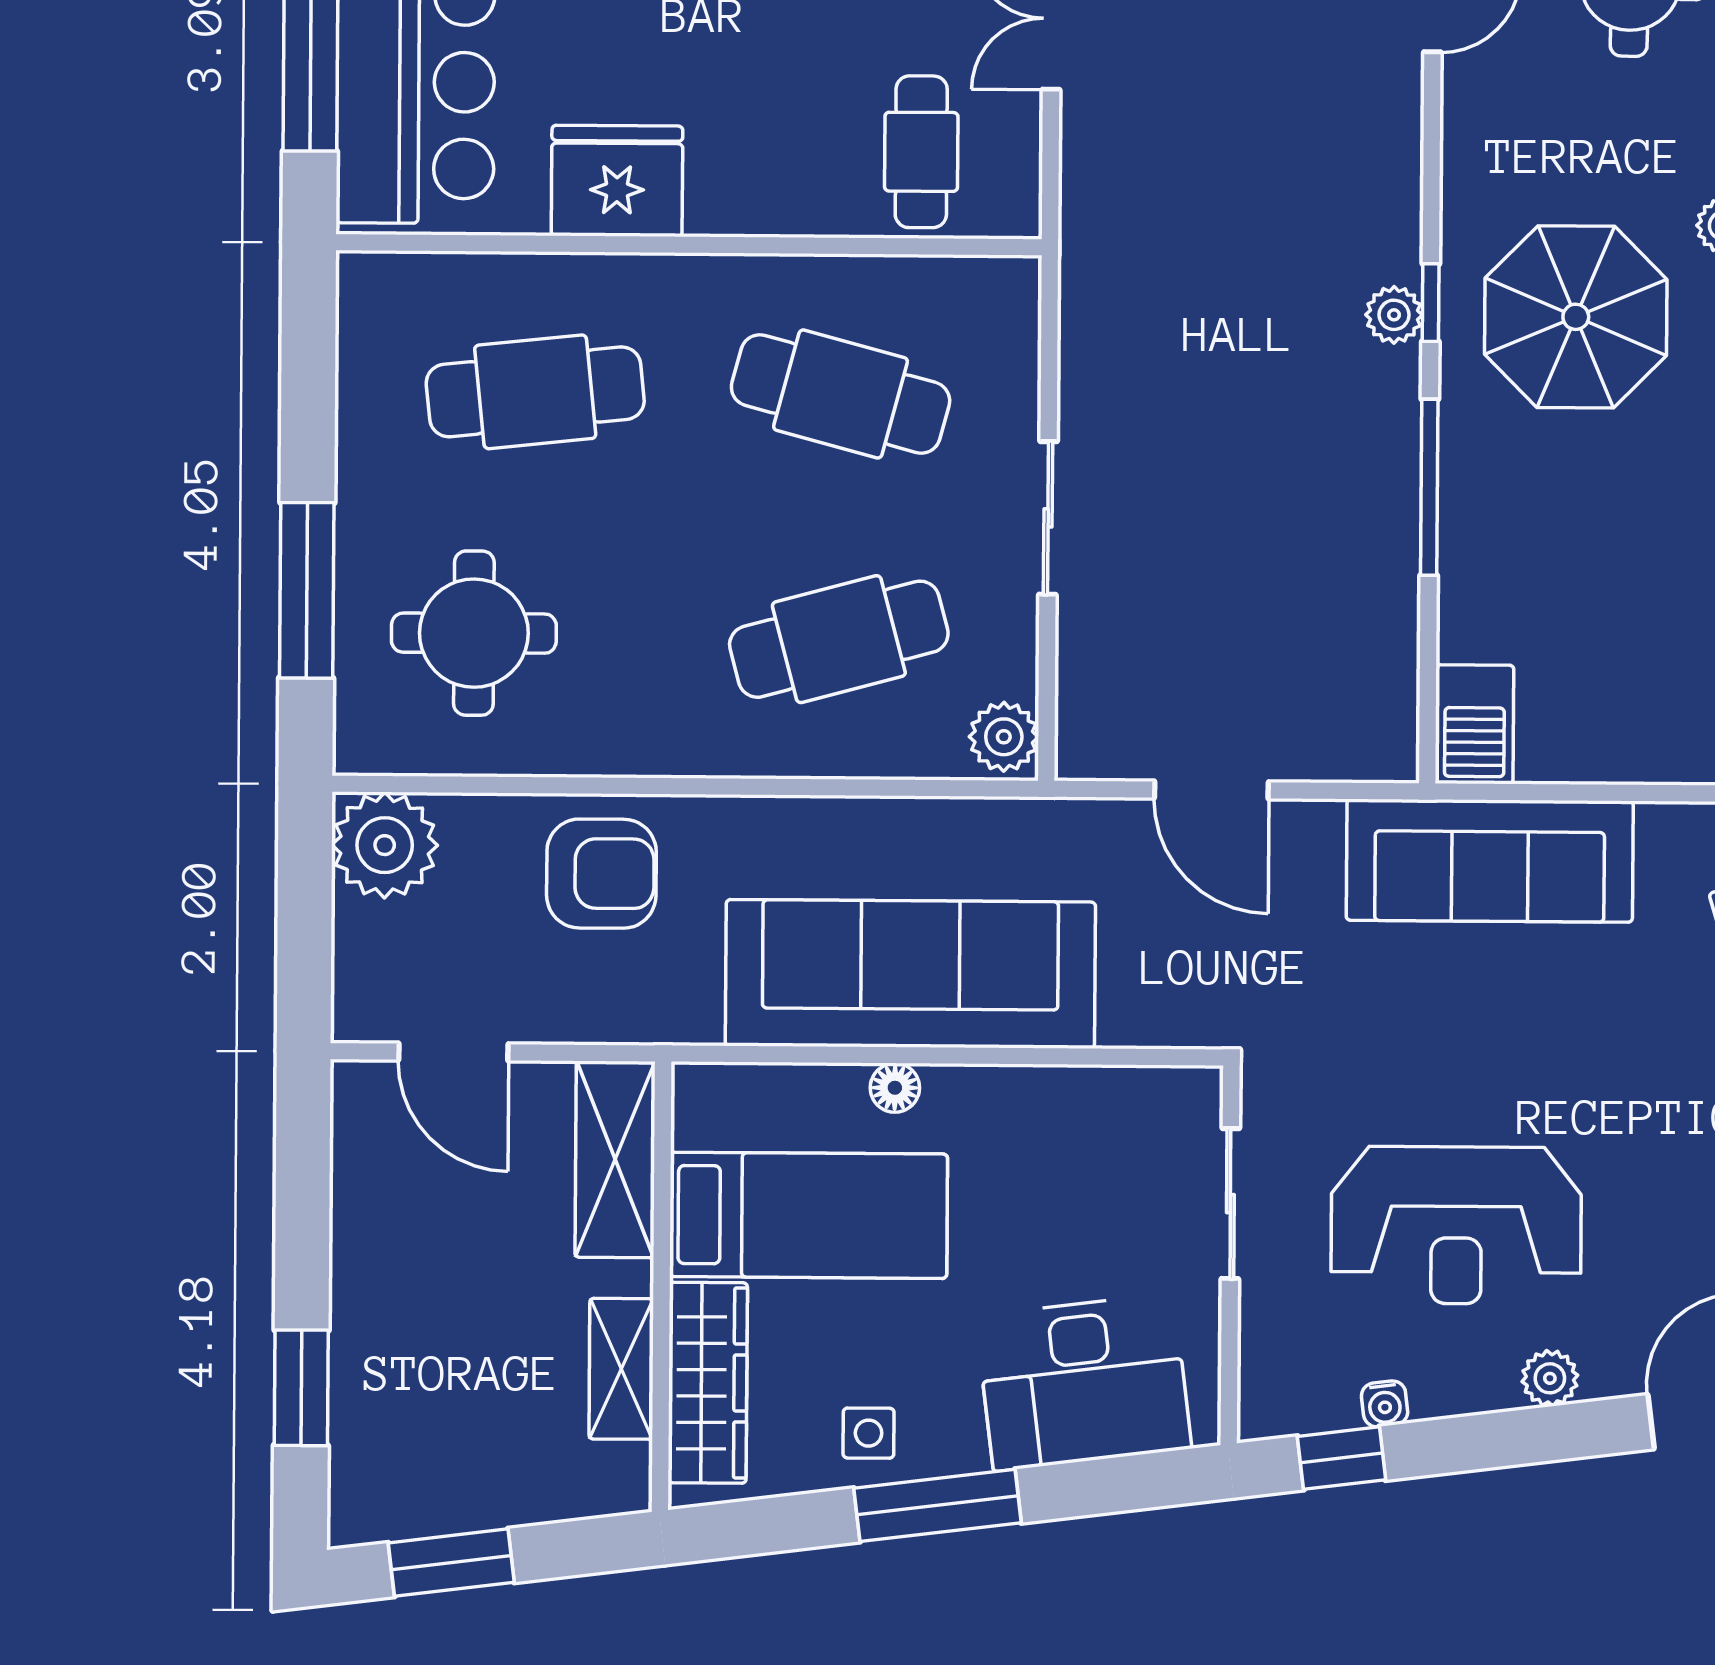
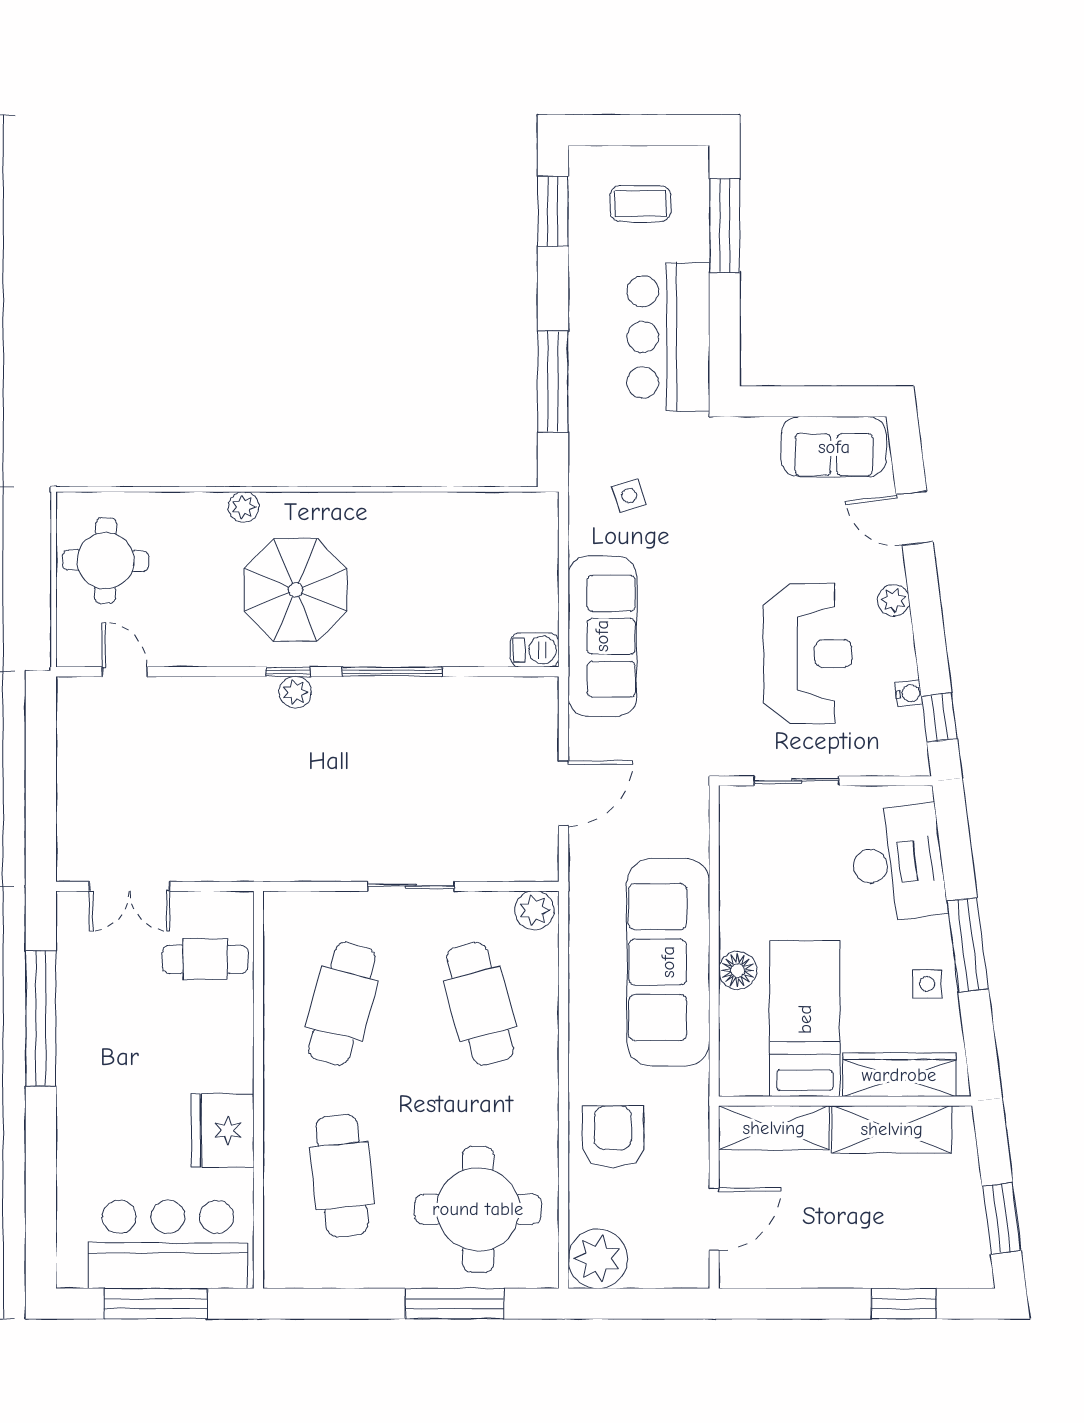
round table: (474, 633) -> (478, 1209), width x1.36, depth x1.36
barbecue: (1474, 724) -> (535, 650), width x0.73, depth x0.79
floor lamp: (895, 1088) -> (738, 970), width x1.37, depth x1.37
shelving: (621, 1369) -> (892, 1129), width x1.50, depth x1.33

